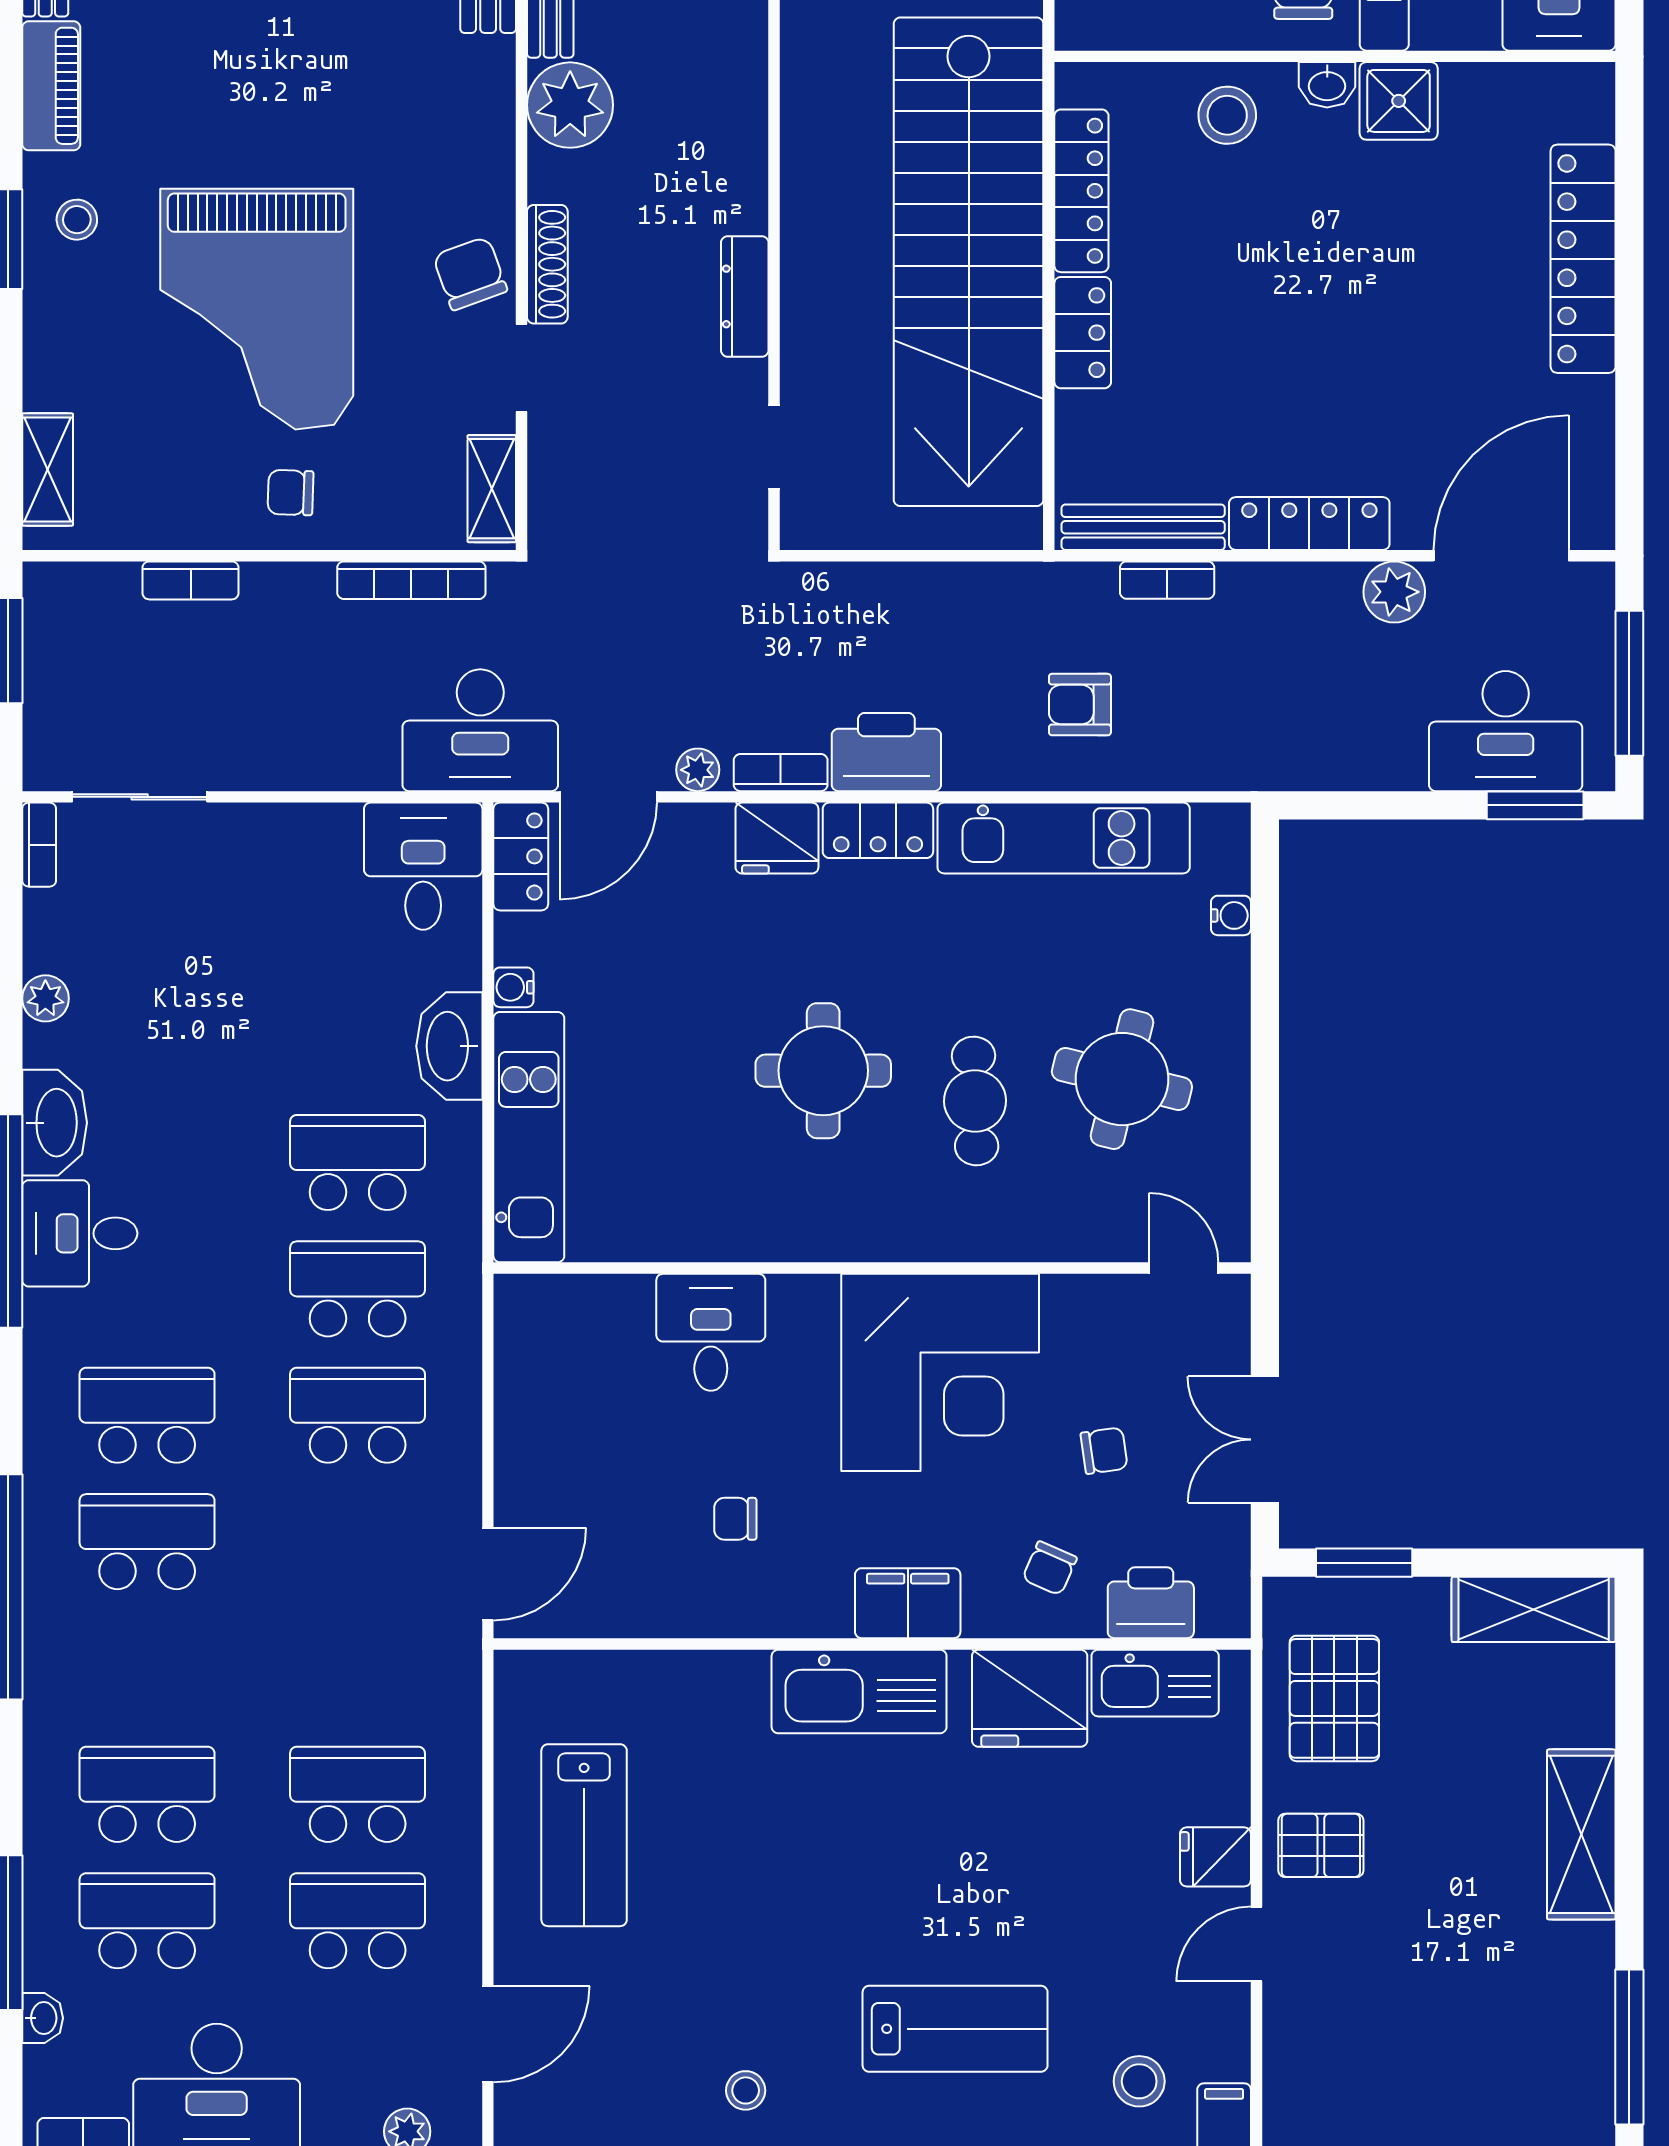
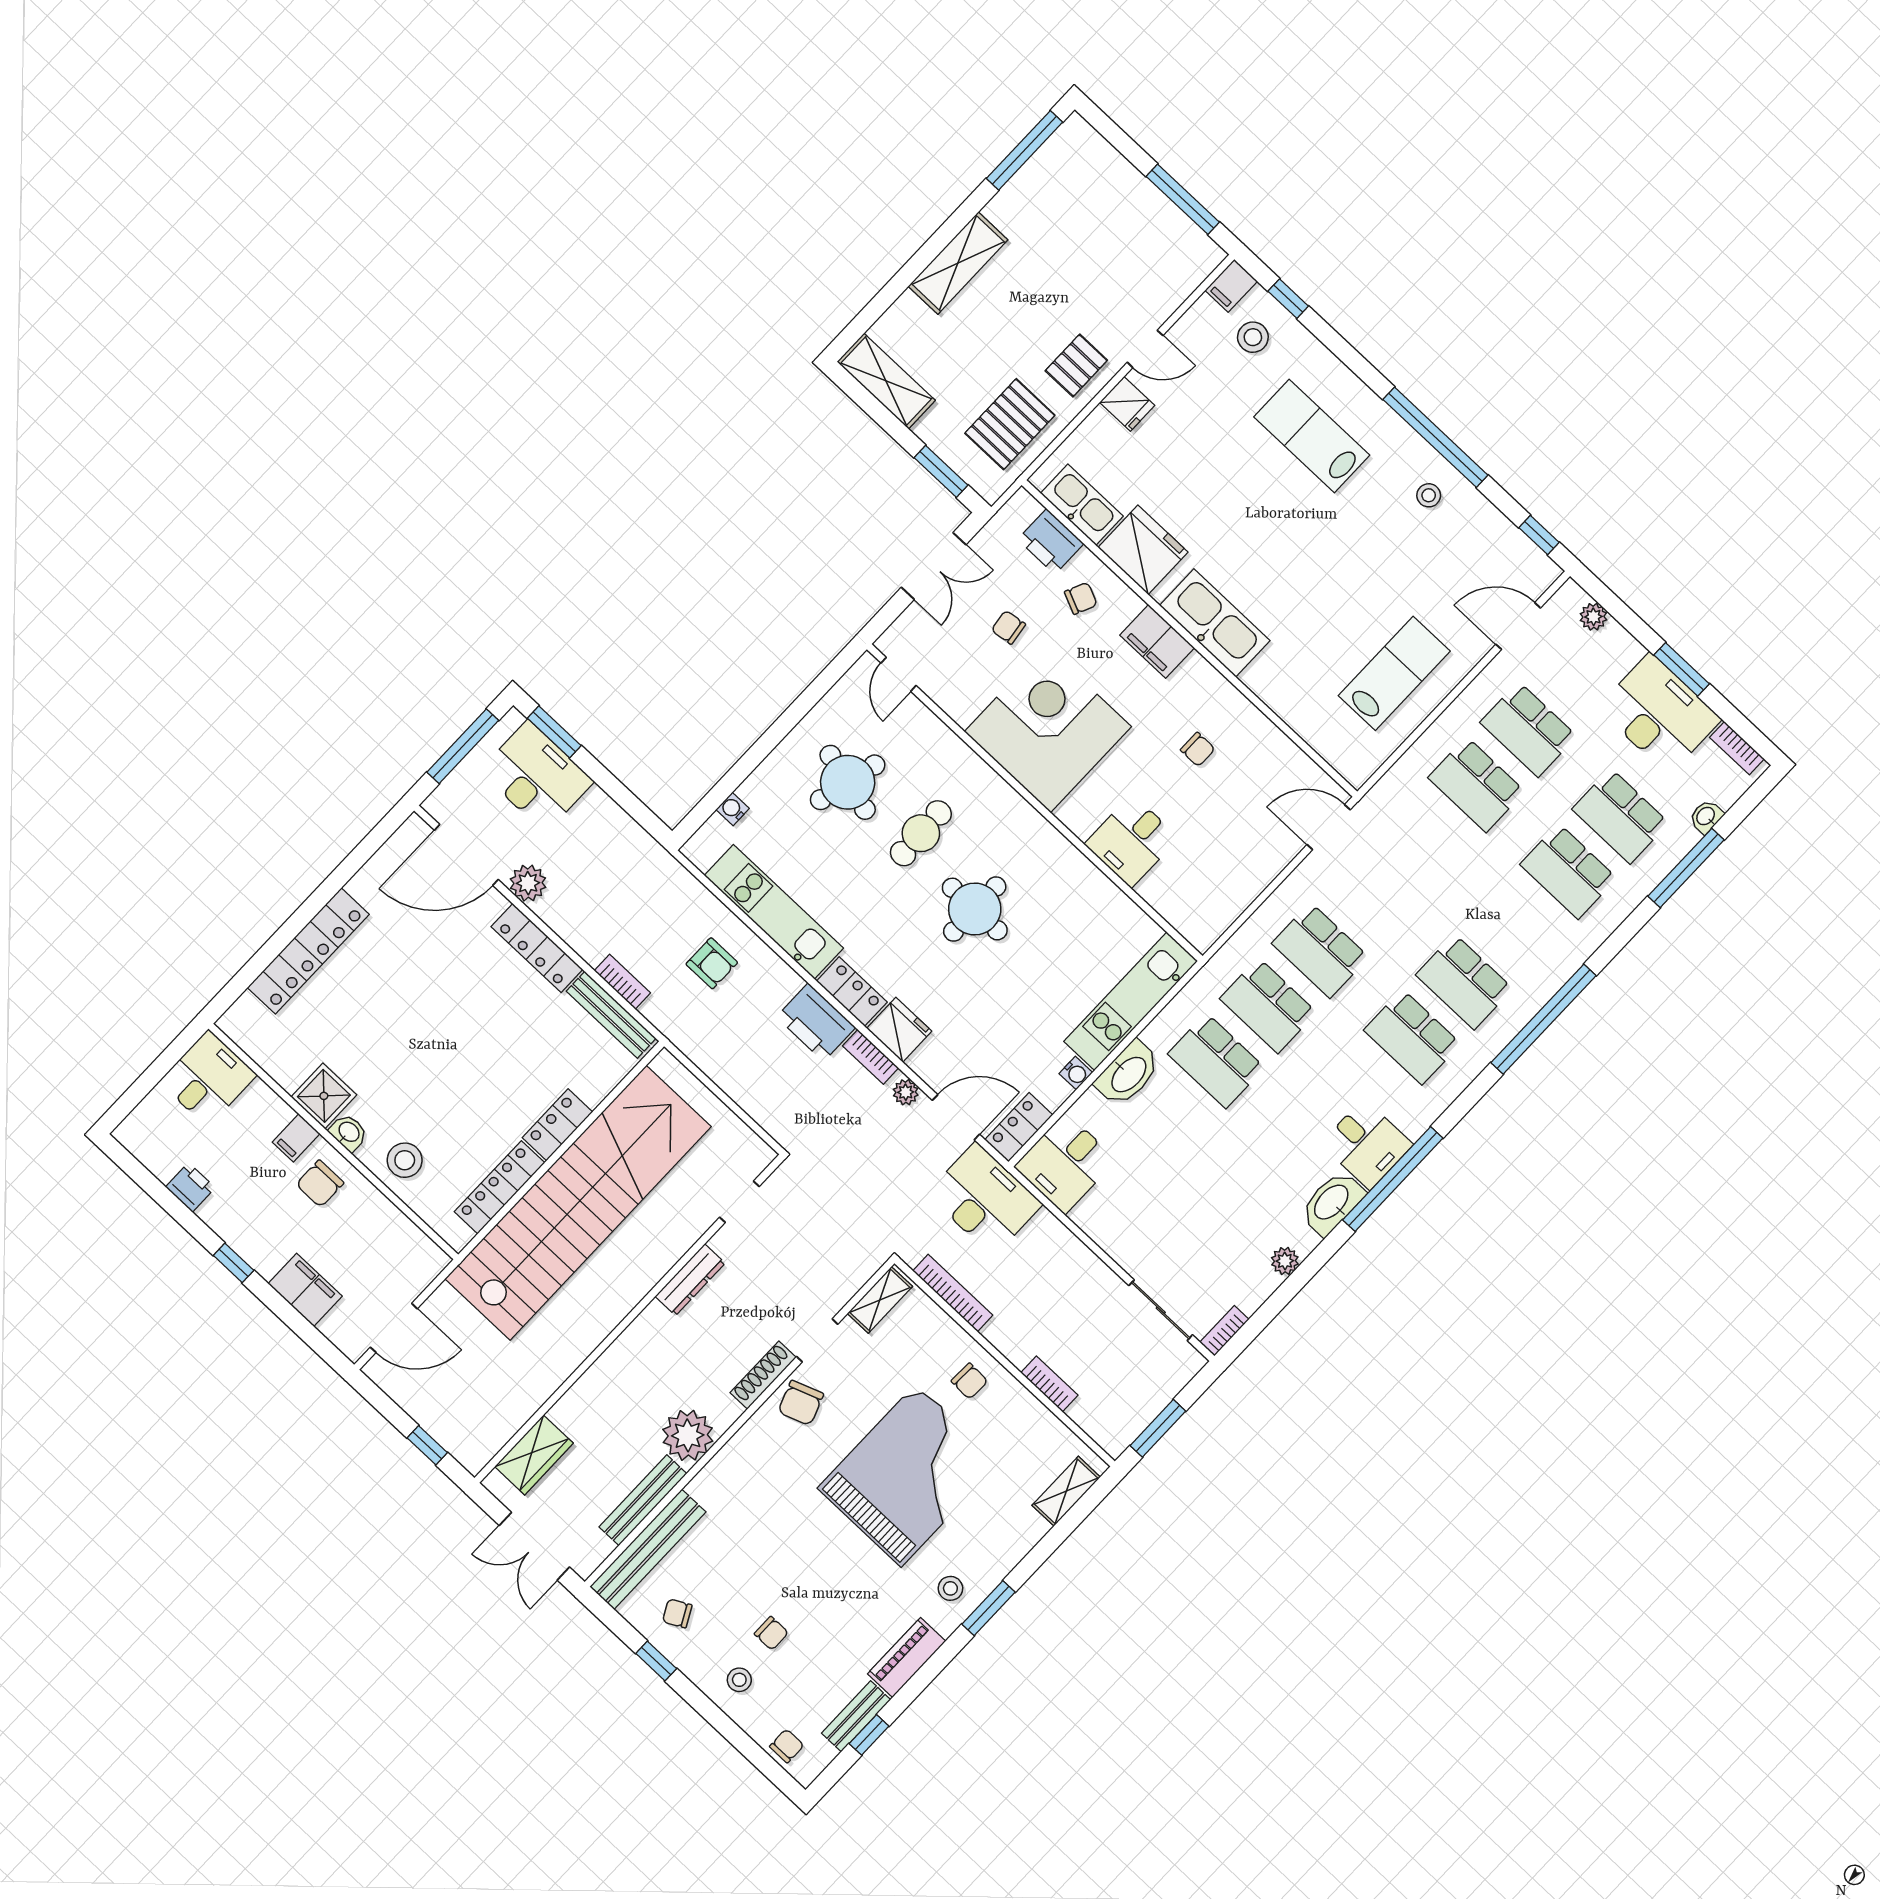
pallet: (1321, 1845) -> (1076, 365), turned 90

